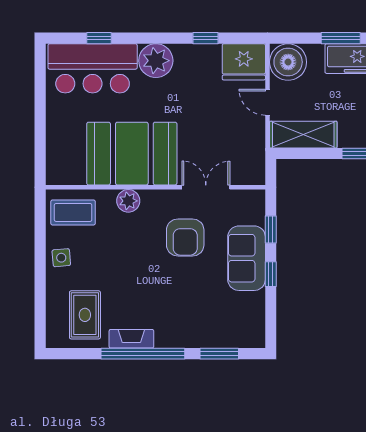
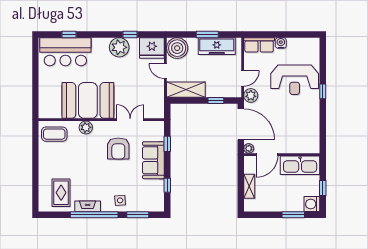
plant: (156, 61) -> (119, 47), moved
side table: (61, 258) -> (120, 200), moved
window: (271, 274) -> (167, 185), moved

